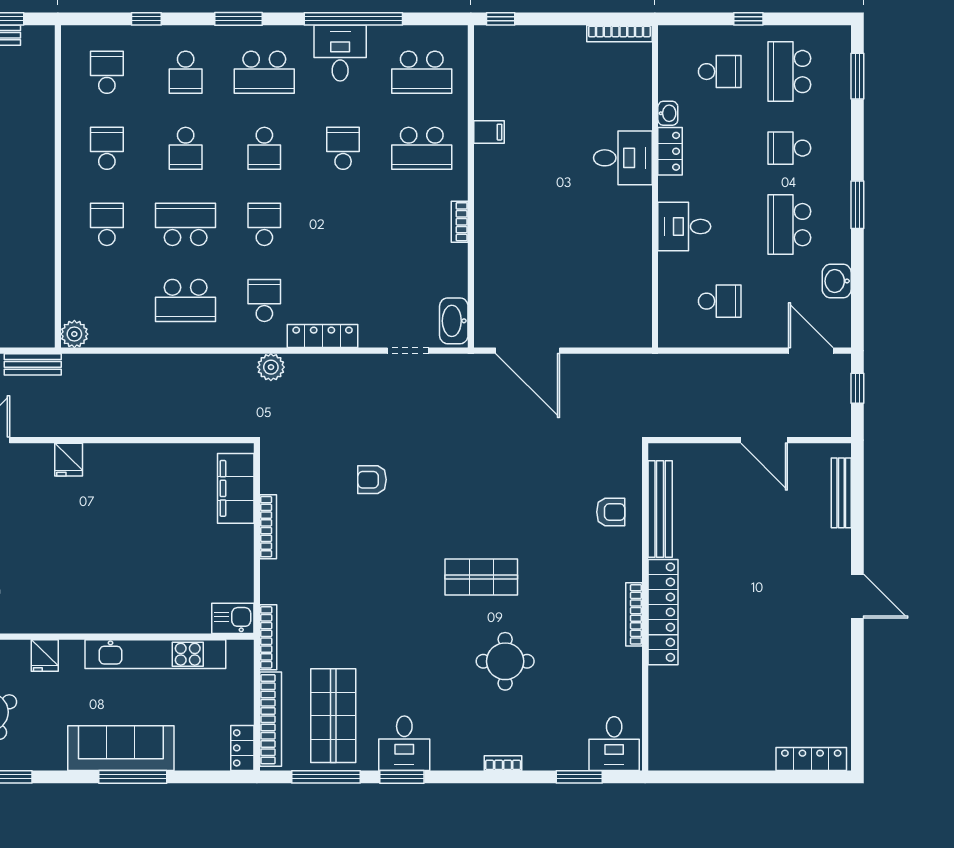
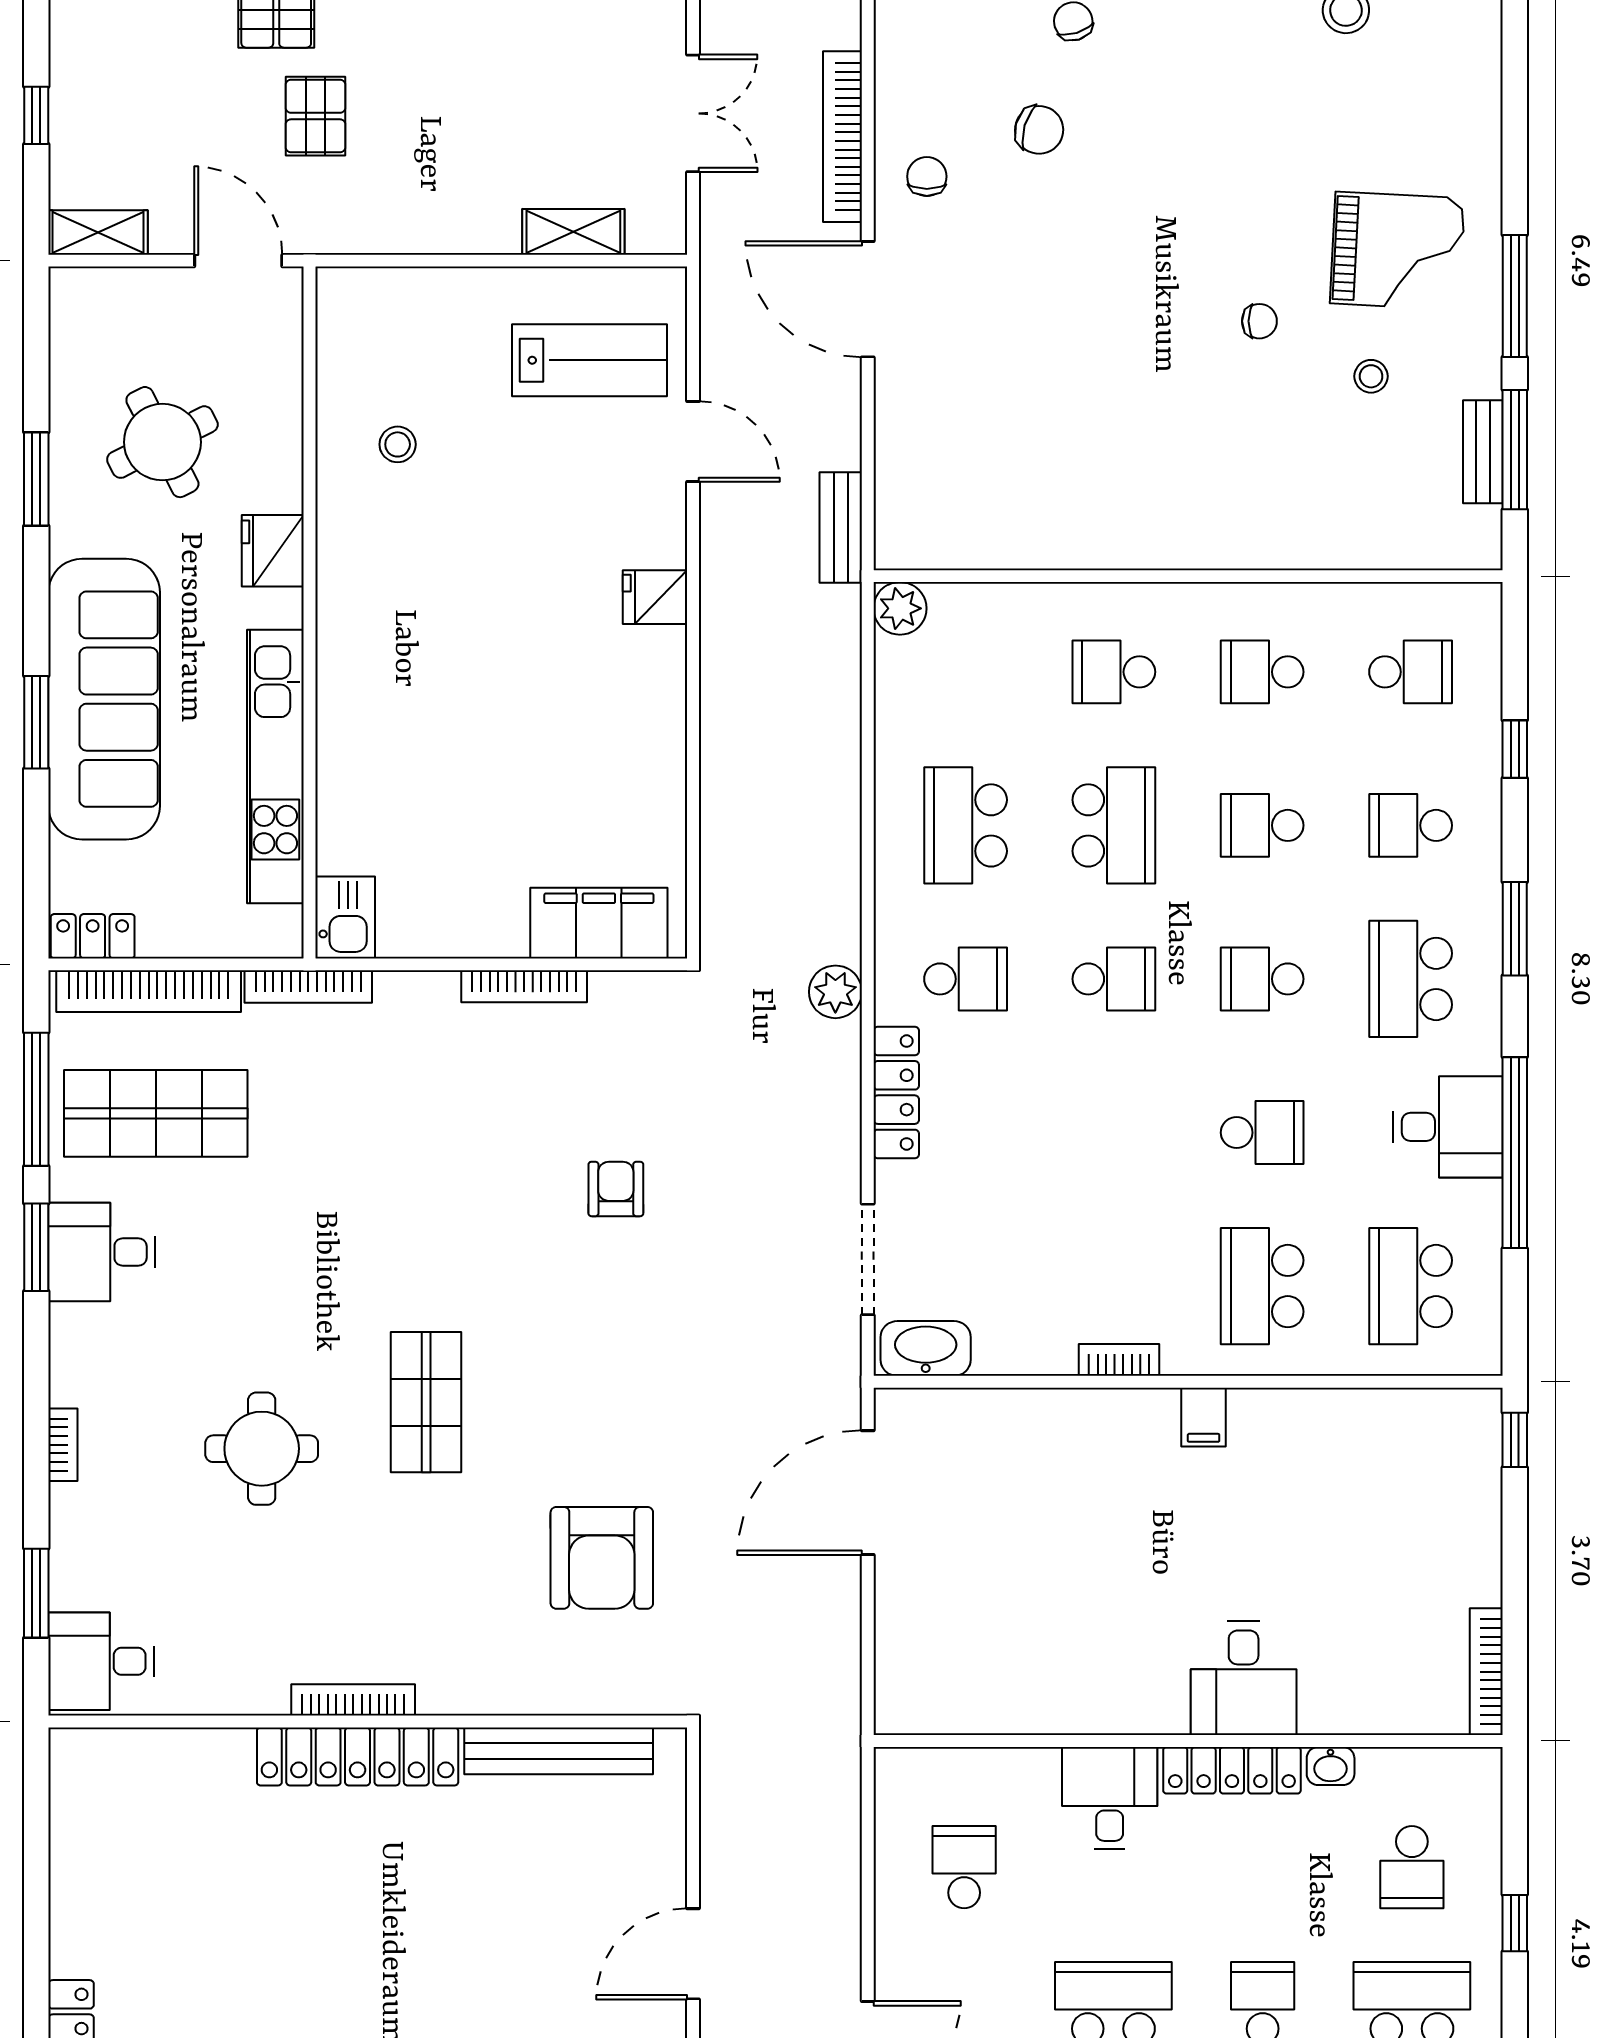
filing cabinet: (489, 132) -> (1204, 1417), moved
school desk: (107, 148) -> (1262, 672), turned 180
locker: (670, 151) -> (1232, 1770), width x1.53
school desk: (107, 224) -> (1114, 672), turned 180
school desk: (720, 301) -> (964, 1867), turned 180
doorway: (408, 351) -> (868, 1259), width x1.38
armchair: (611, 512) -> (602, 1558), moved, width x1.88, depth x1.88
fridge: (45, 656) -> (273, 551), width x1.38
sofa: (121, 748) -> (104, 699), width x1.36, depth x1.27
window: (133, 777) -> (36, 722), width x0.69

